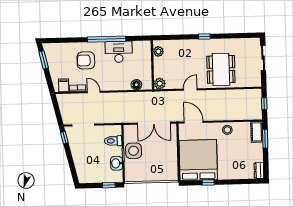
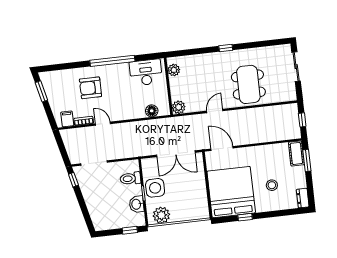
desk: (119, 52) -> (146, 72), moved
stool: (227, 130) -> (272, 185), moved
plant: (137, 175) -> (161, 215), added

